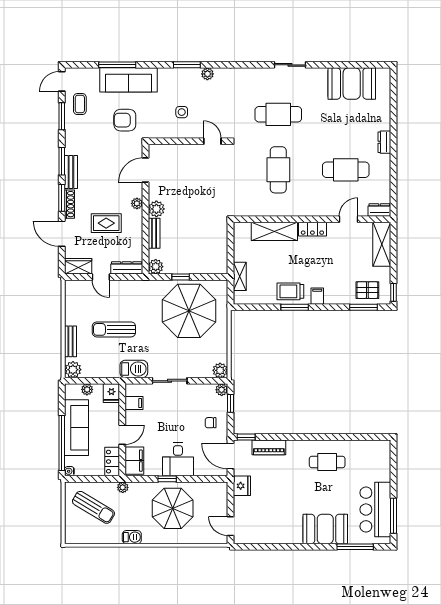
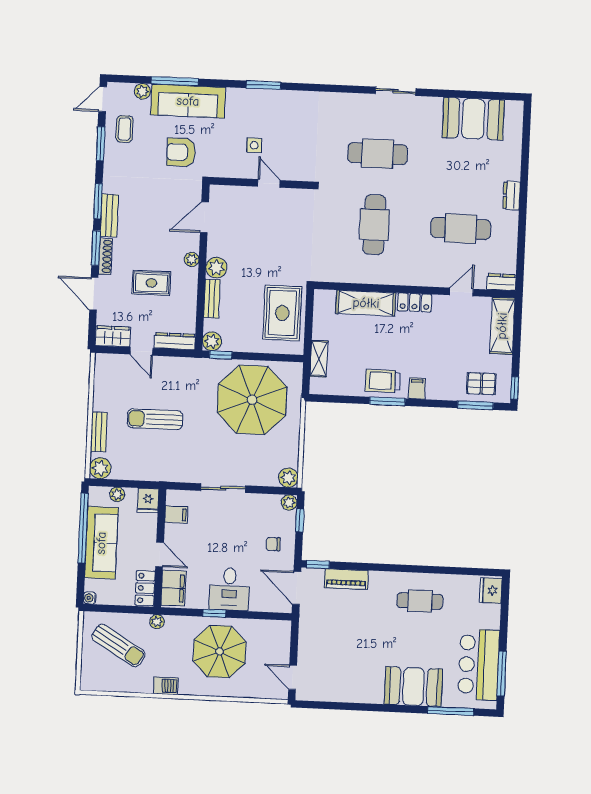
plant: (207, 74) -> (142, 91), moved
door: (212, 141) -> (269, 183), moved
rug: (210, 242) -> (282, 313), added
window: (181, 277) -> (221, 355), moved
barbecue: (134, 369) -> (178, 471), removed
door: (122, 435) -> (160, 554), hinge flipped
window: (62, 443) -> (83, 528), moved
fridge: (242, 486) -> (491, 591), moved, turned 180

